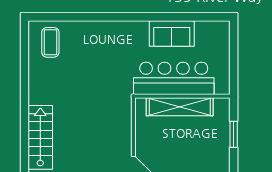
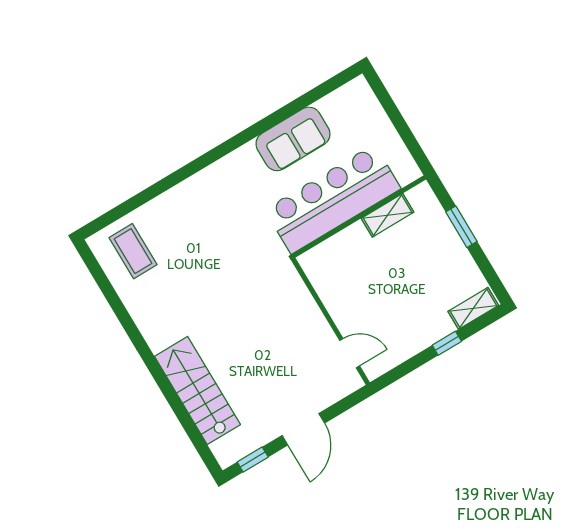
shelving: (180, 107) -> (388, 215), width x0.45, depth x0.75

